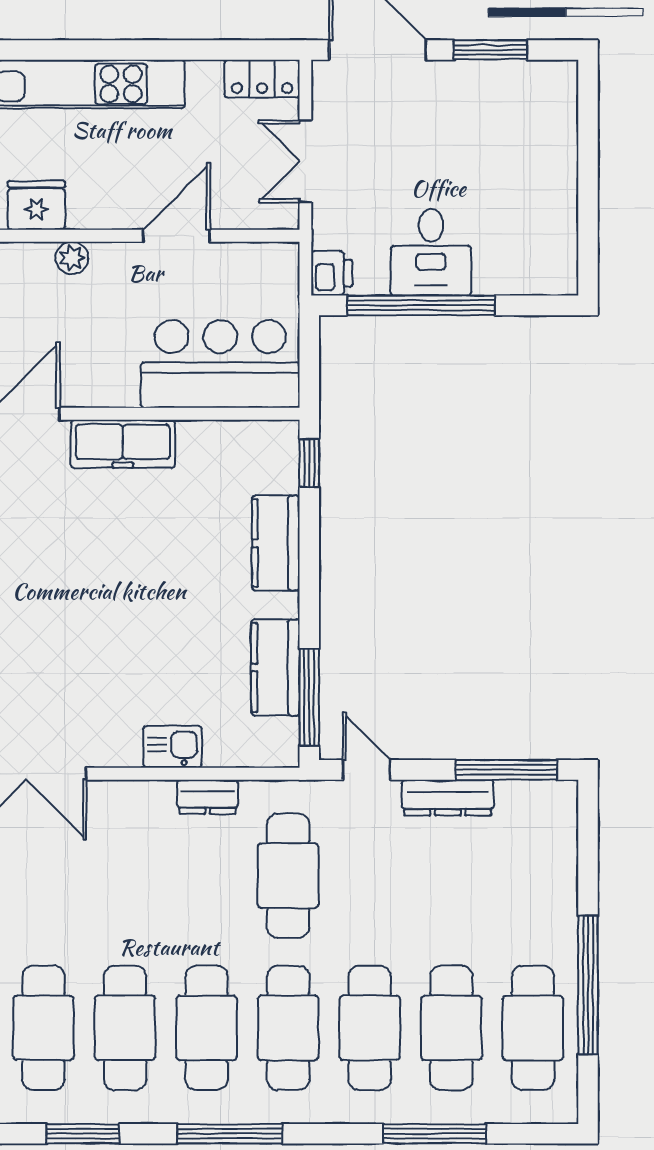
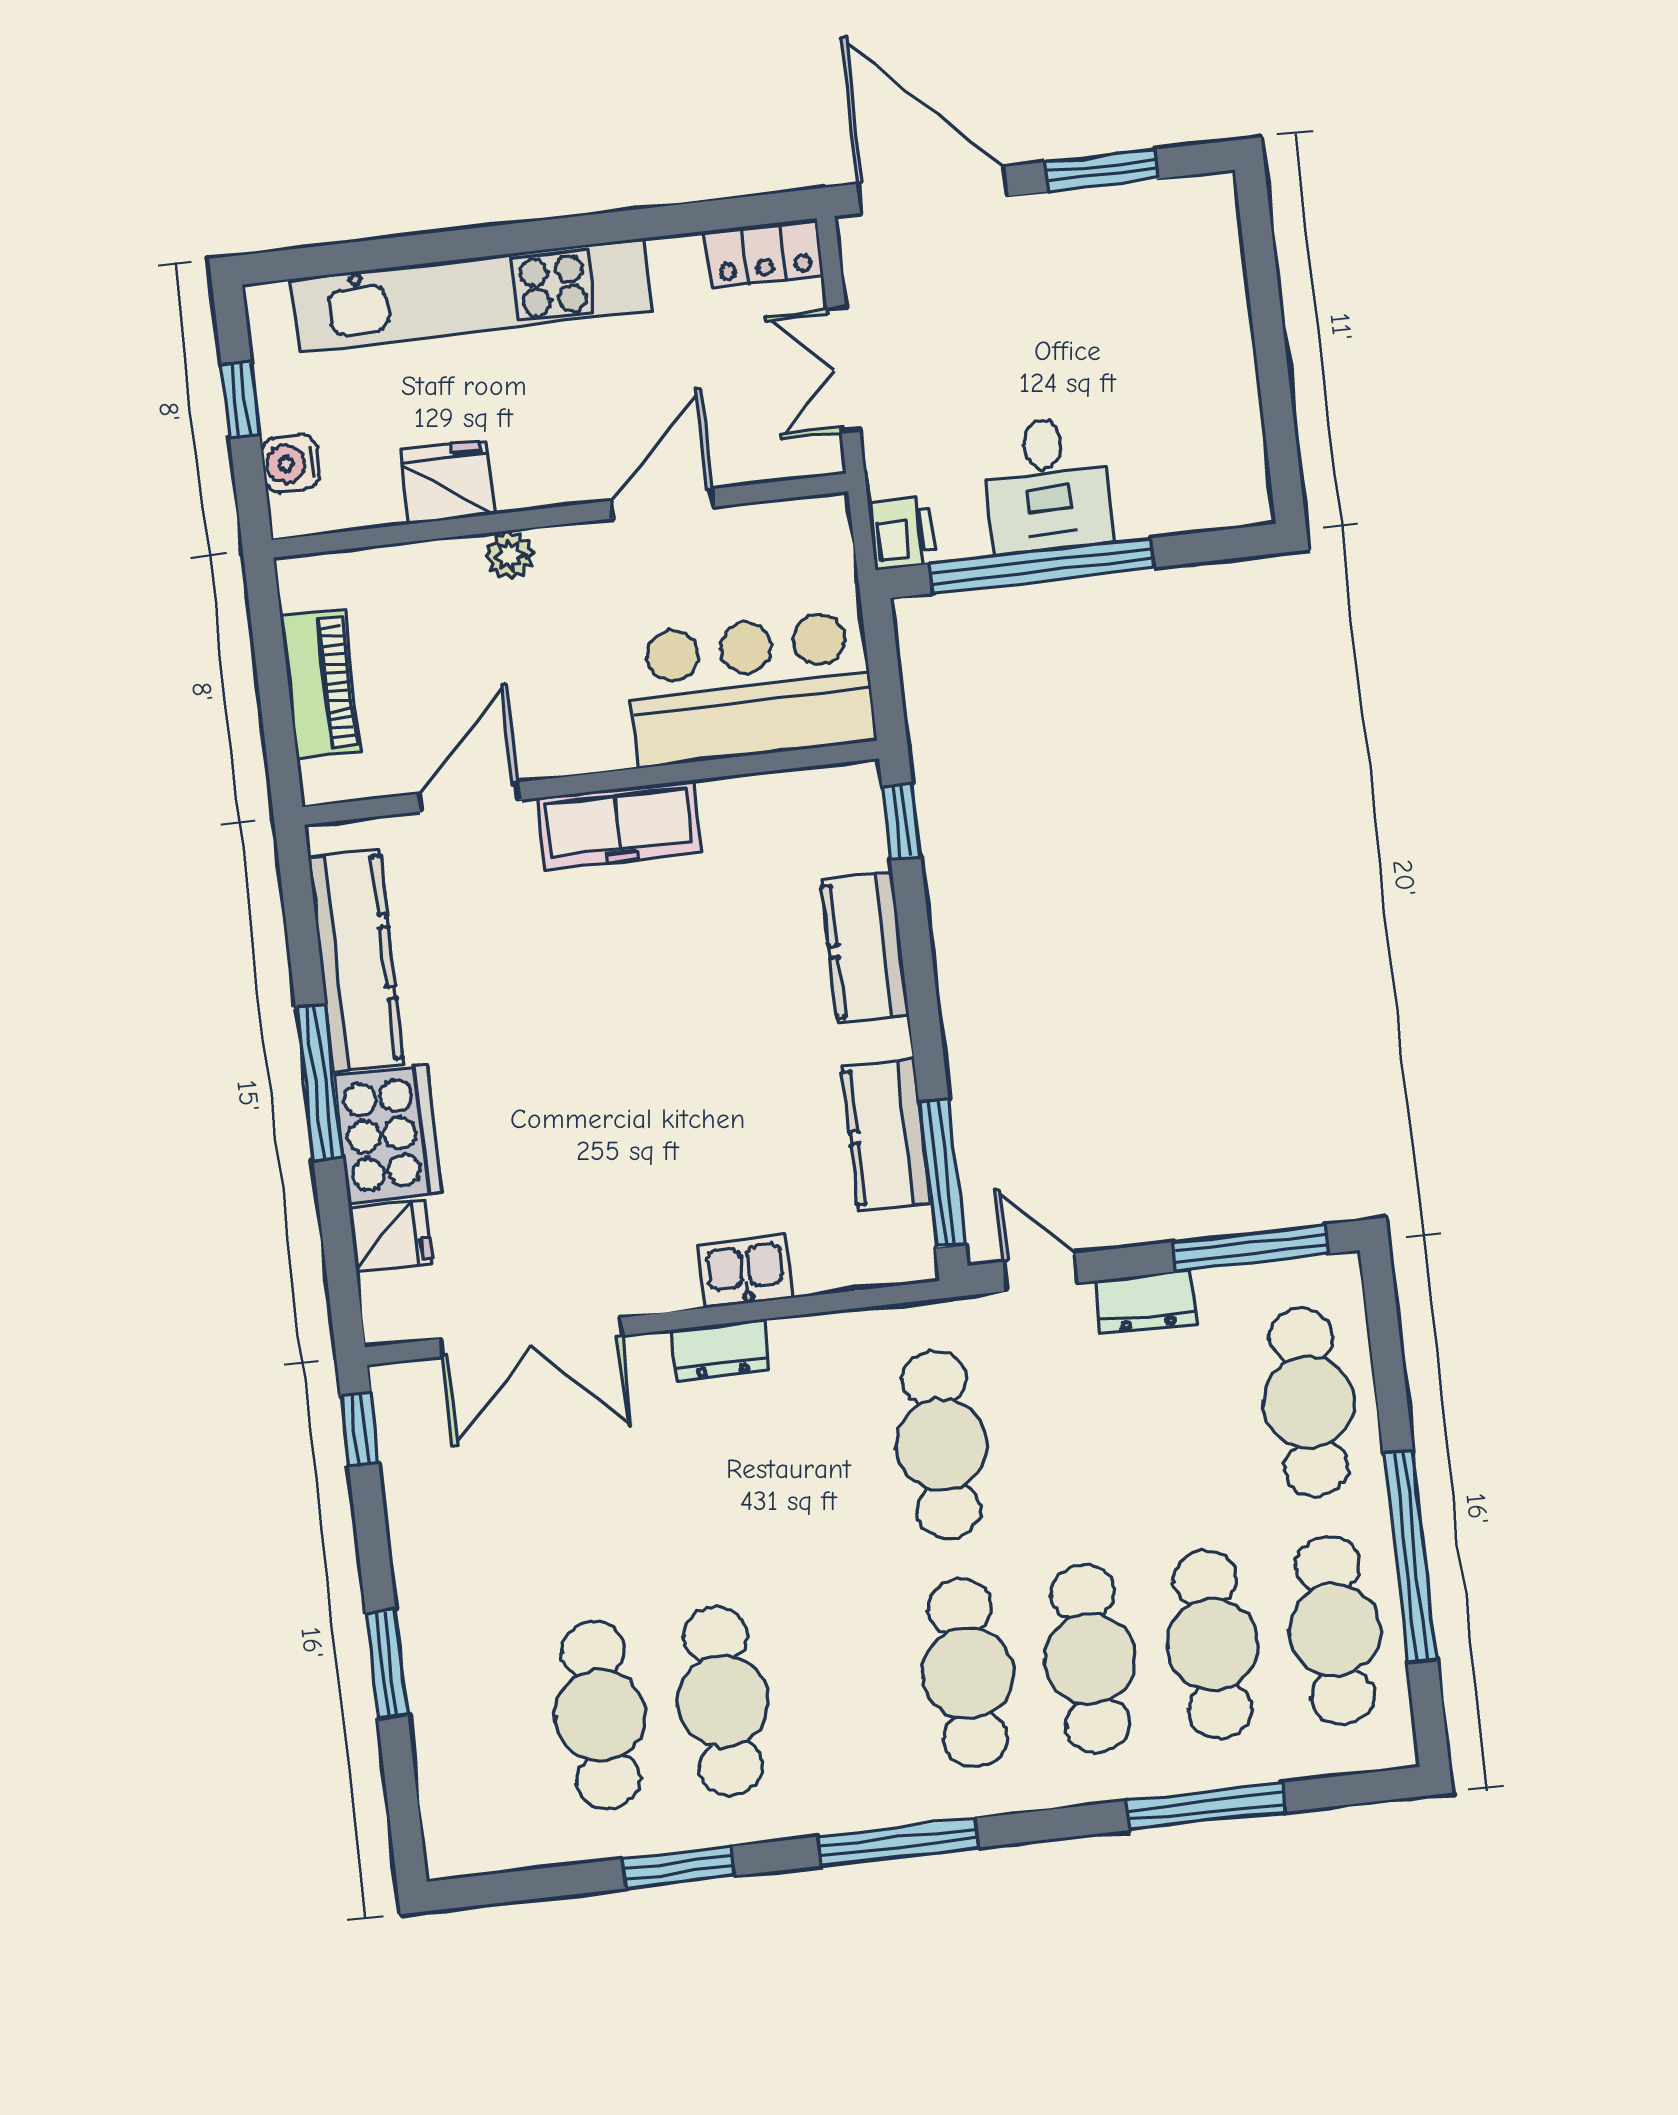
dresser: (208, 797) -> (721, 1350), moved
dresser: (448, 798) -> (1146, 1302), width x0.70
cafe table: (207, 1028) -> (1309, 1402), moved

